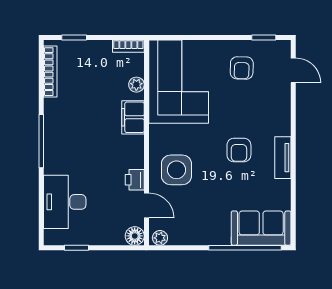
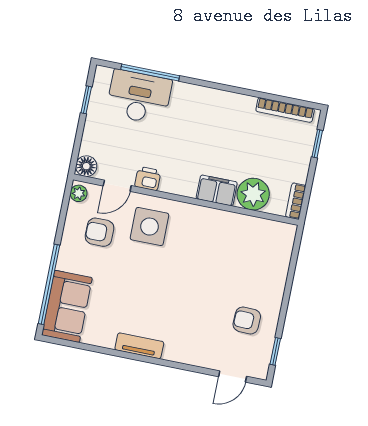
corner sofa: (179, 82) -> (246, 248), removed
plant: (136, 85) -> (253, 194), width x1.87, depth x1.87
window: (41, 141) -> (150, 73), moved
armchair: (239, 150) -> (99, 232), moved

